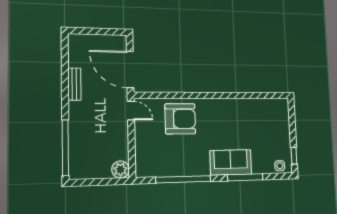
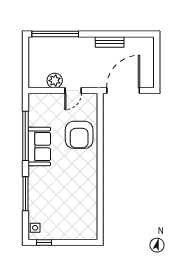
door: (131, 111) -> (73, 91), moved
sofa: (231, 162) -> (39, 147), moved
plant: (121, 170) -> (55, 81), moved

